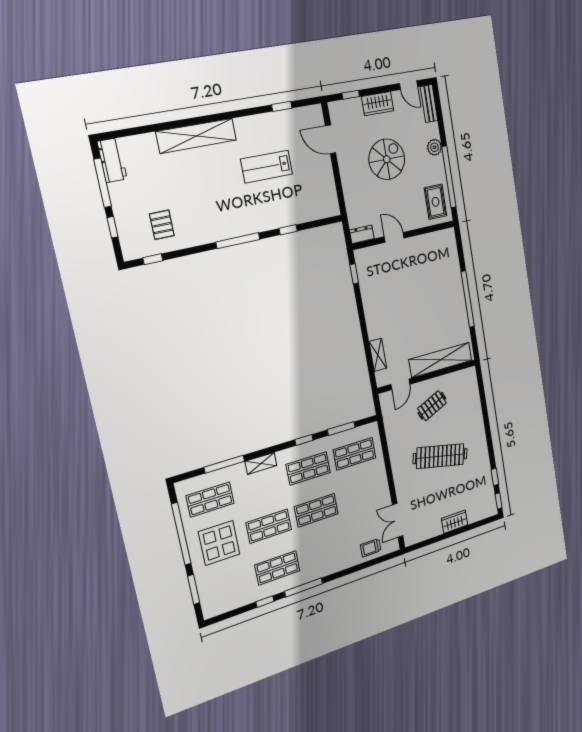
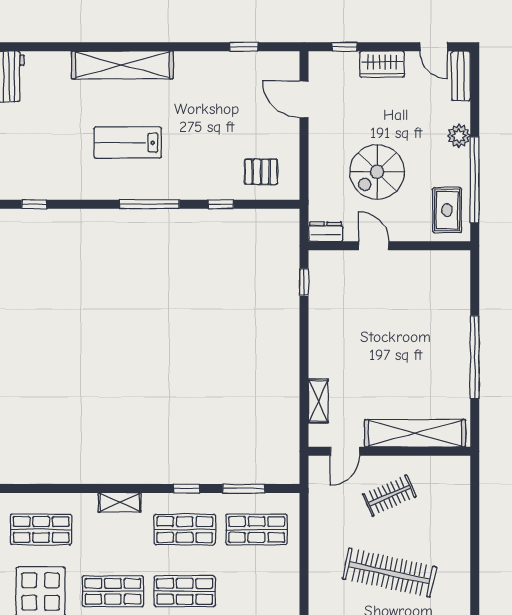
spiral stairs: (387, 159) -> (377, 172), moved, turned 180
lab bench: (267, 167) -> (128, 143), moved
pallet: (162, 225) -> (261, 172), moved, turned 90
window: (224, 464) -> (70, 489), removed

